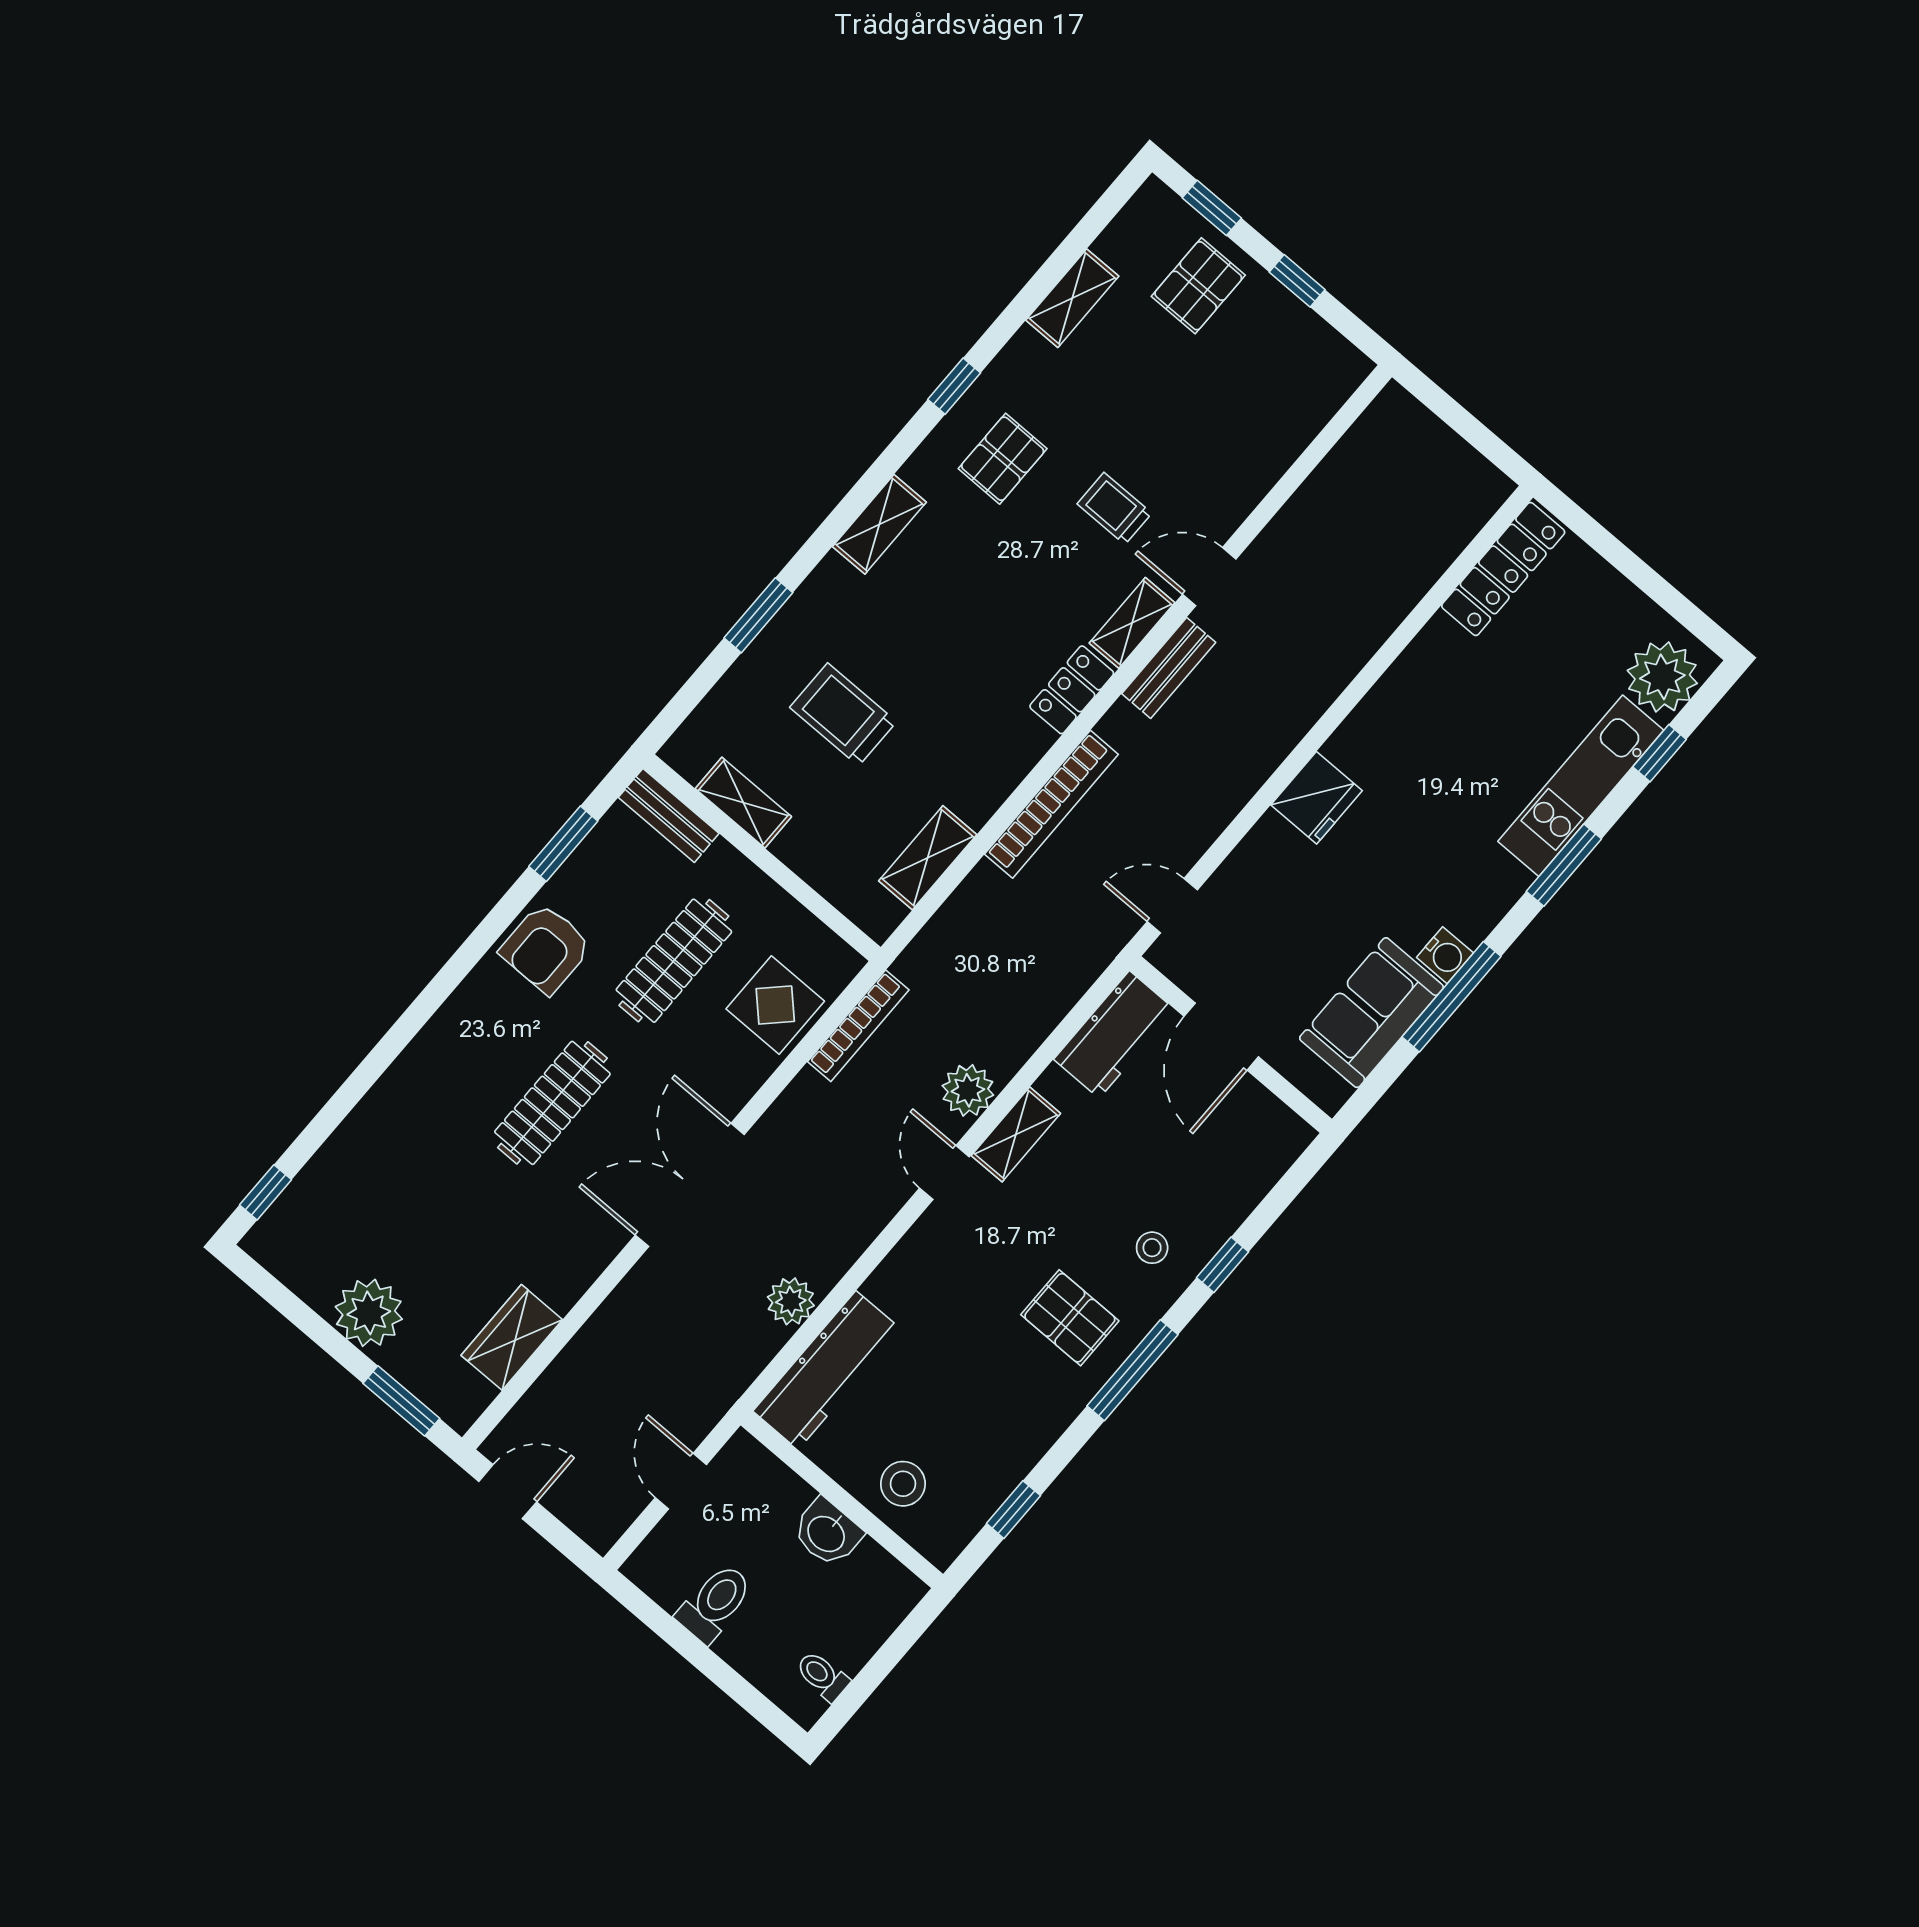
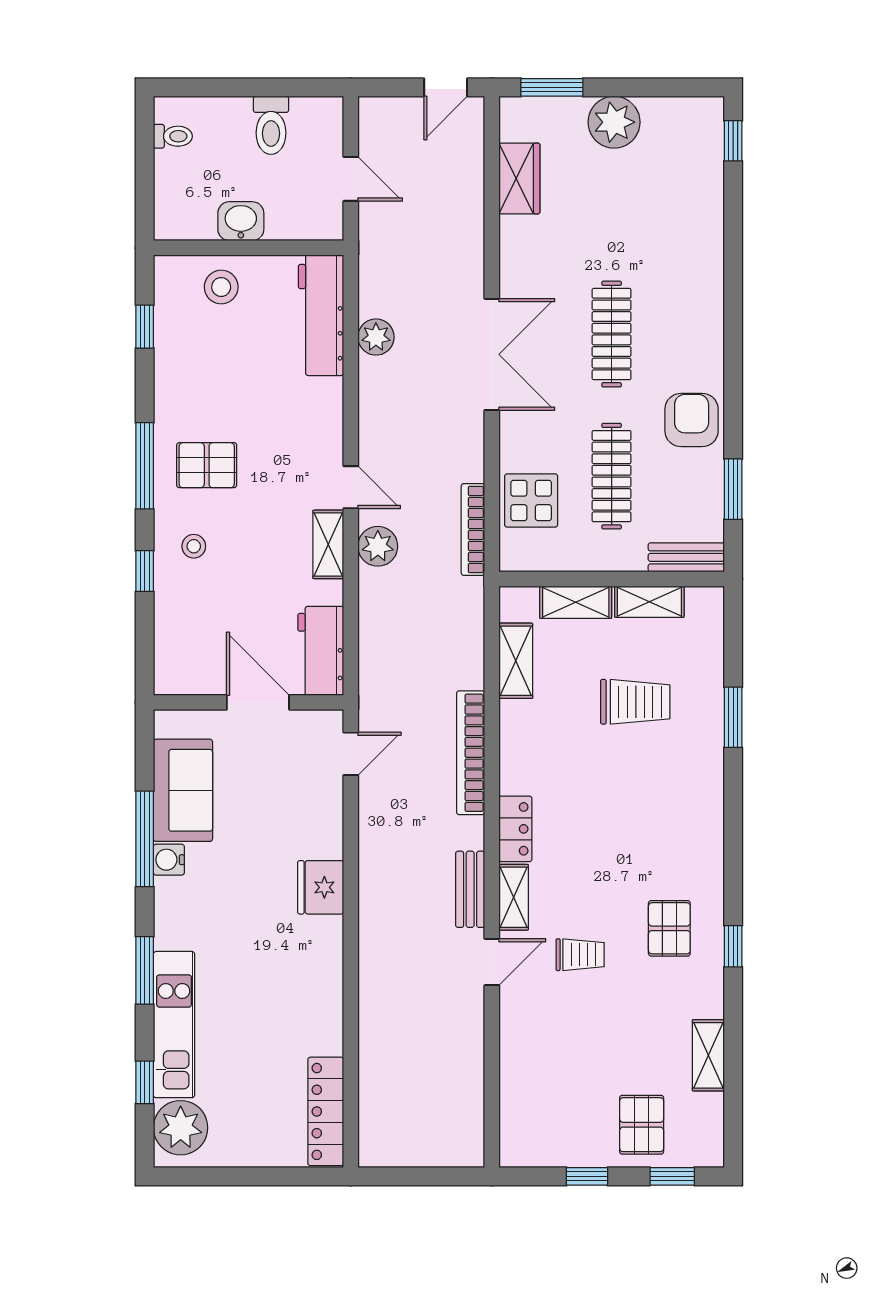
shelving: (879, 524) -> (576, 602), moved, turned 90

